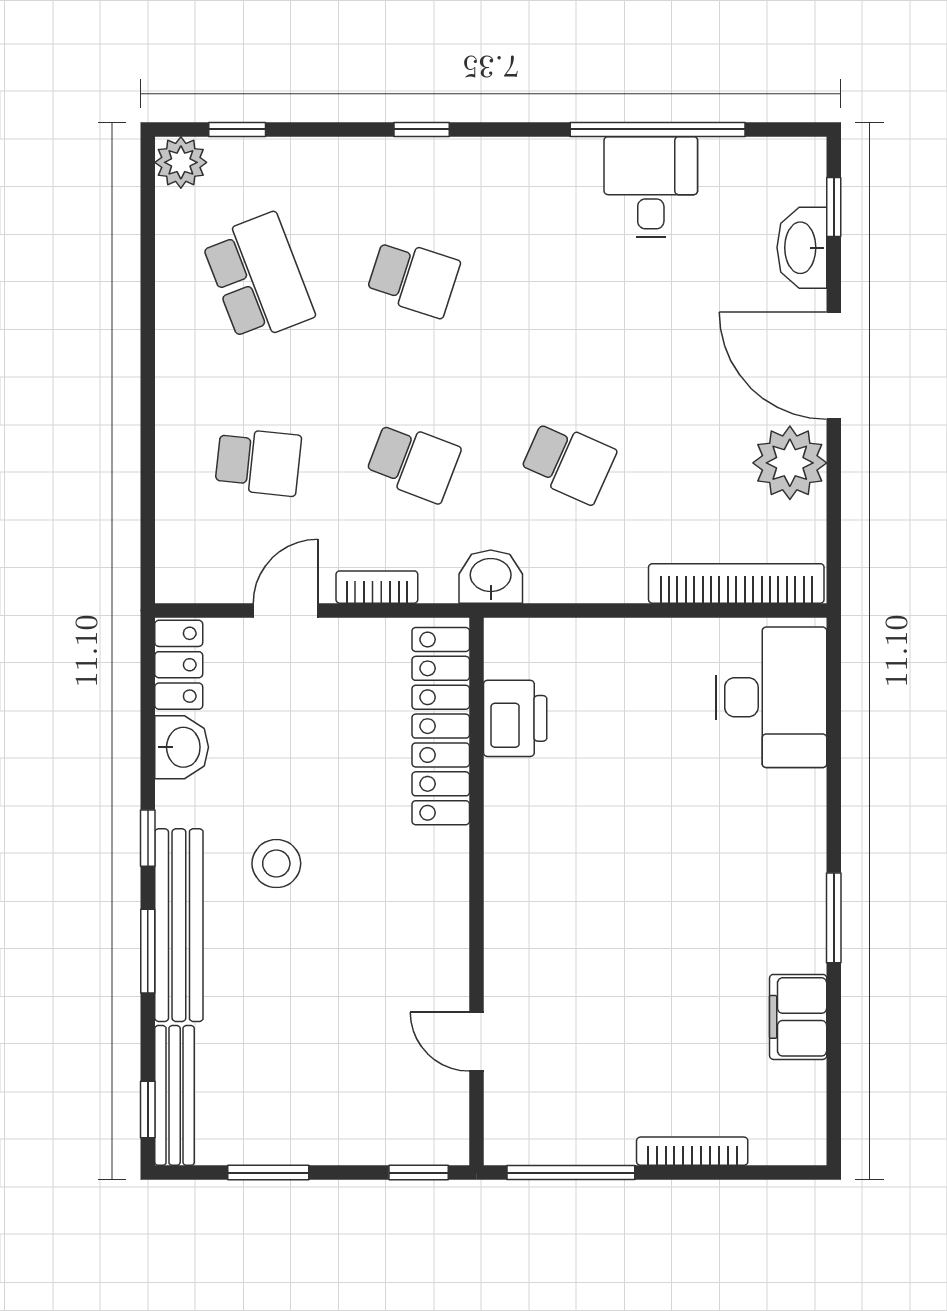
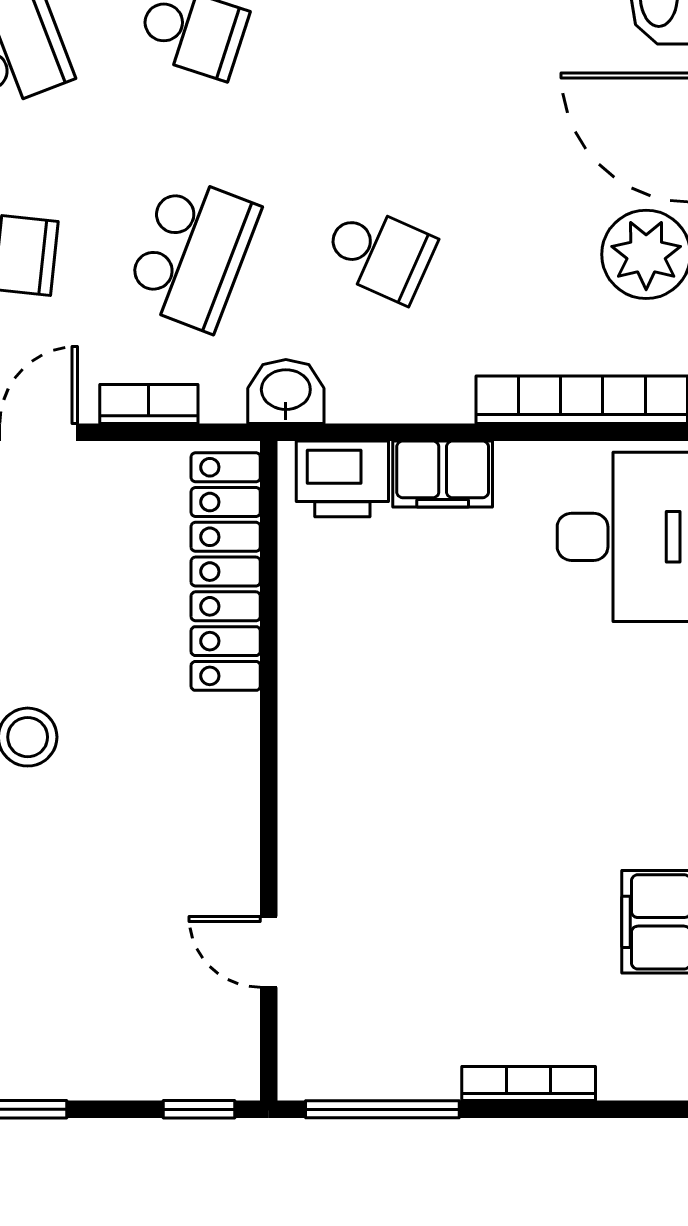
school desk: (413, 462) -> (193, 253), width x1.85
filing cabinet: (621, 645) -> (443, 474), added
printer: (515, 718) -> (342, 479), moved, turned 90

